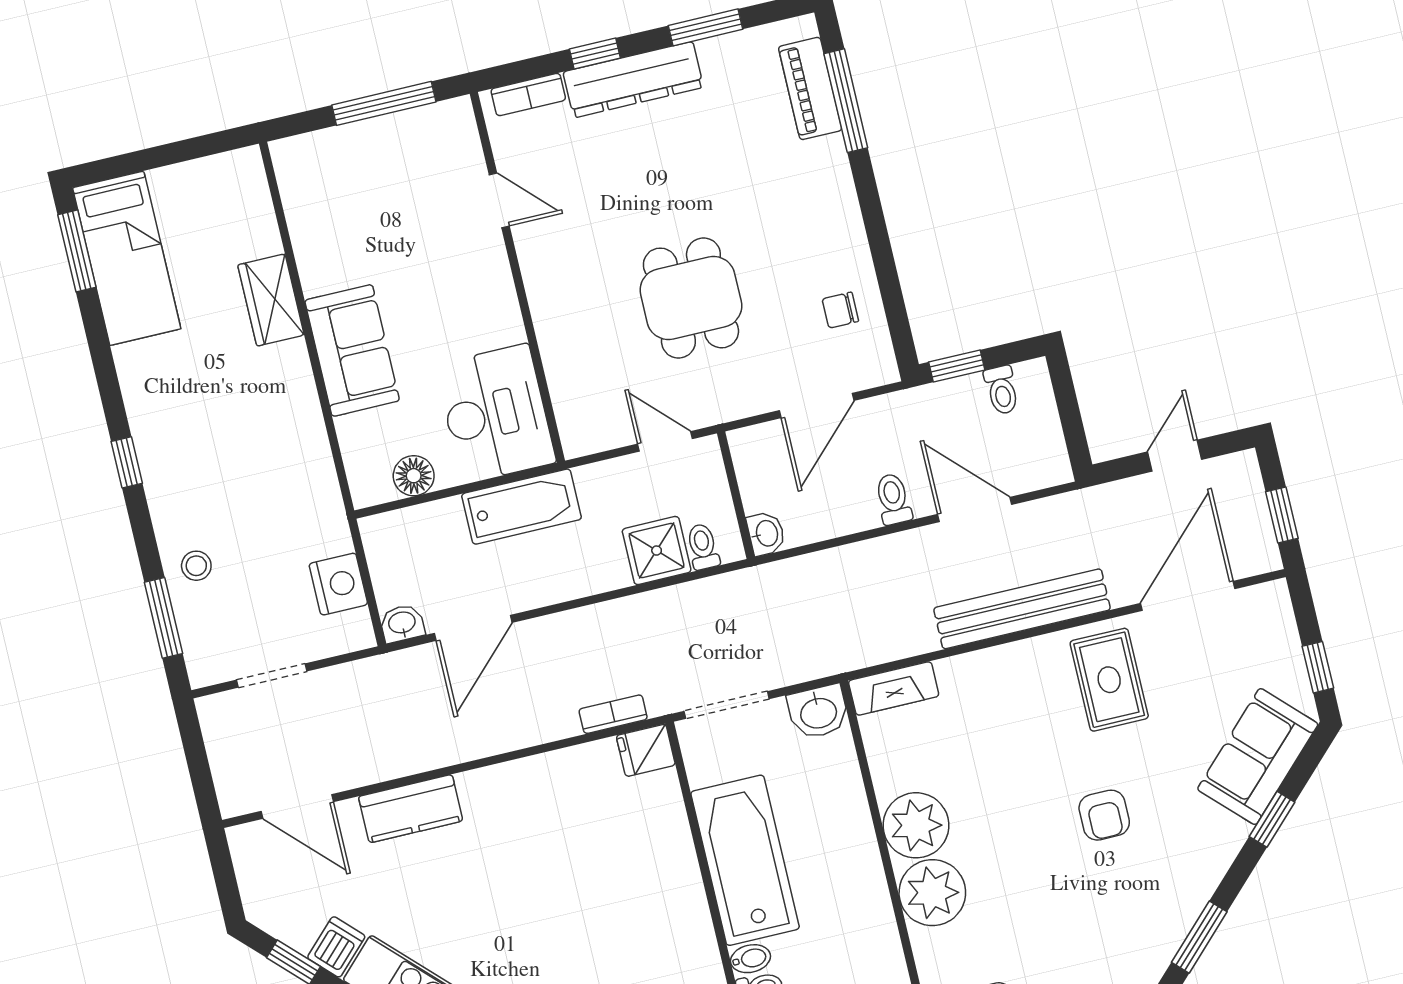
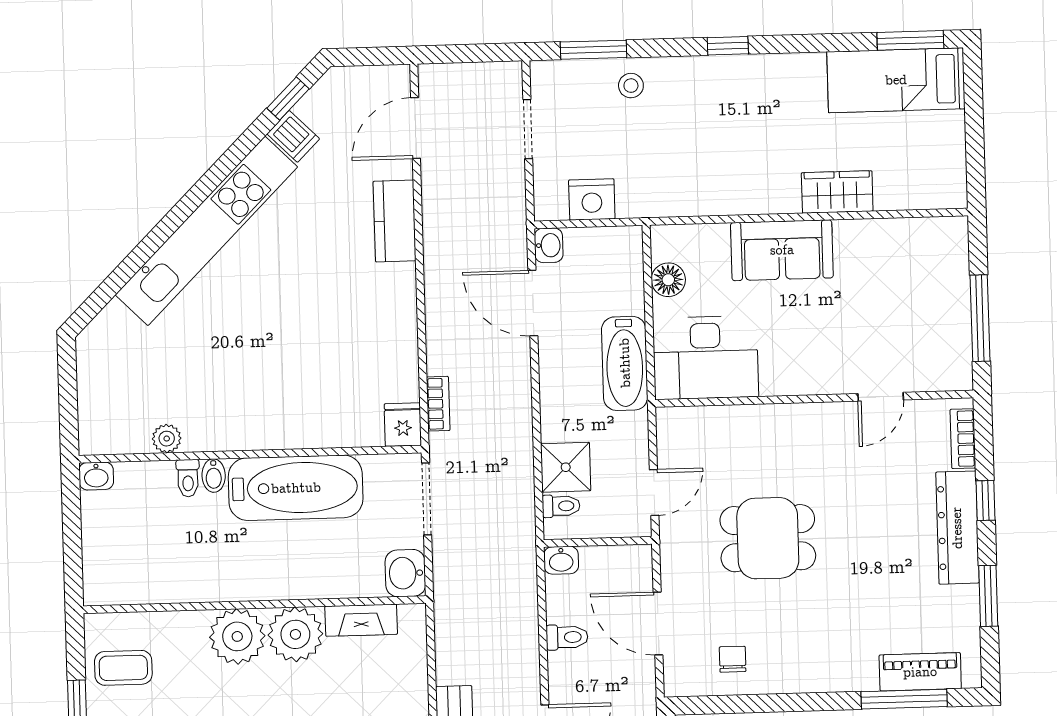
toilet: (893, 499) -> (567, 637), moved
fireplace: (894, 688) -> (361, 620), moved, turned -90

